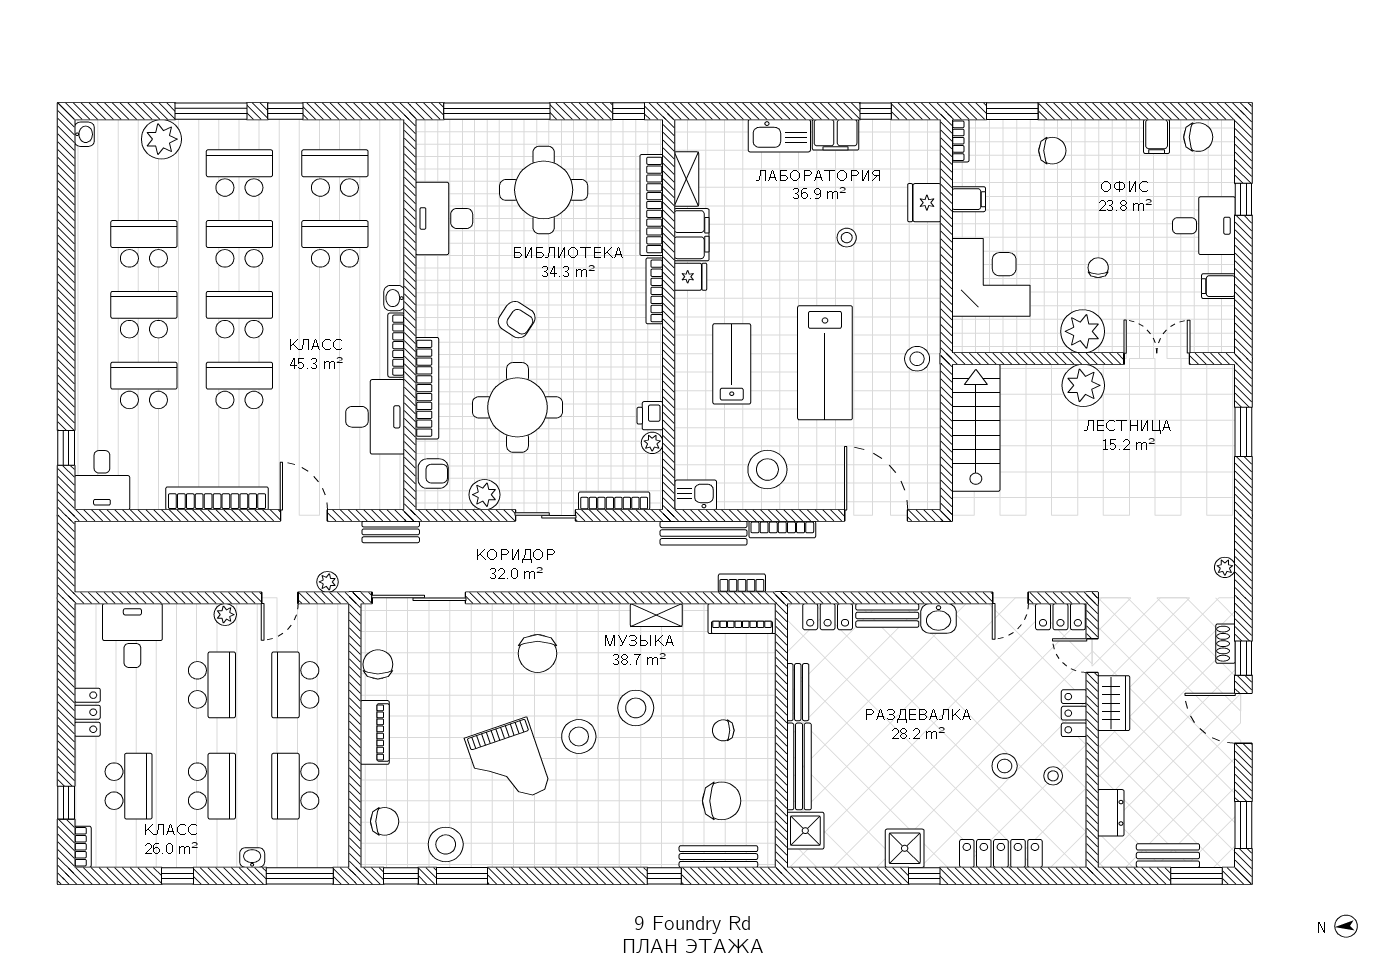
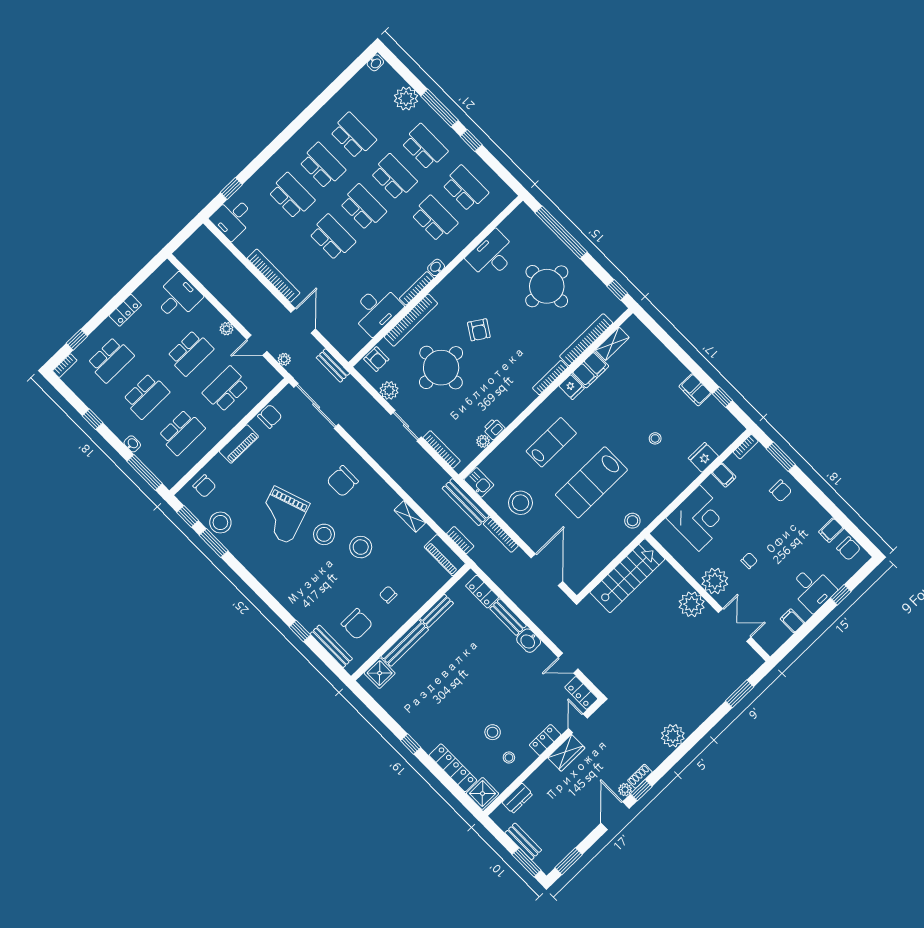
kitchen sink: (779, 136) -> (671, 366), removed
plant: (1225, 567) -> (673, 736), width x1.87, depth x1.87
plant: (1224, 676) -> (625, 790), added
school desk: (295, 786) -> (182, 432), turned 180
shower: (905, 848) -> (482, 793), moved

